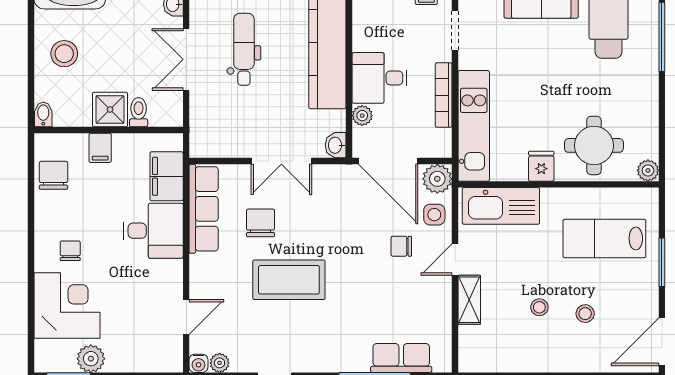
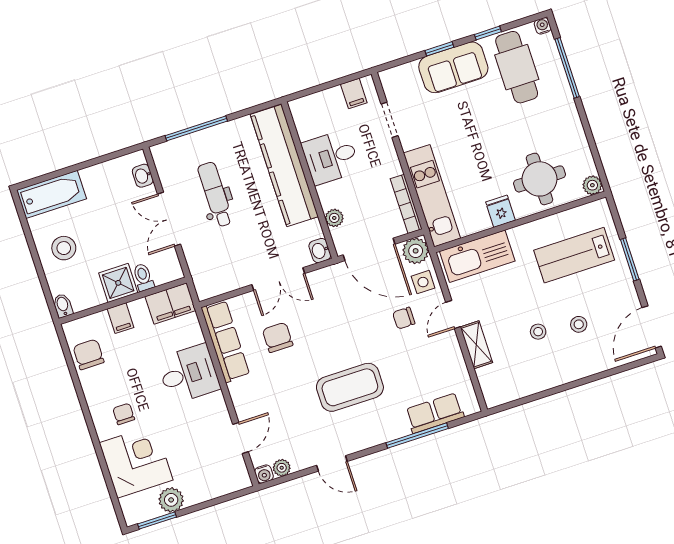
desk: (380, 78) -> (331, 157), moved
bookcase: (444, 95) -> (406, 204), moved
filing cabinet: (167, 176) -> (170, 304), moved, turned -90
coffee table: (289, 280) -> (350, 387), moved

